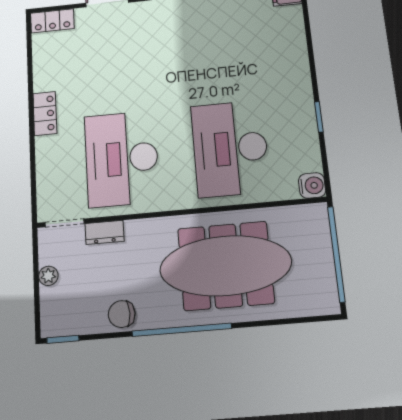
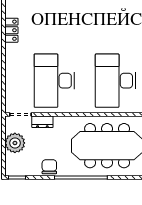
locker: (45, 113) -> (11, 30), moved
plant: (48, 276) -> (15, 143), width x1.88, depth x1.88
chair: (122, 314) -> (49, 167), turned 90

